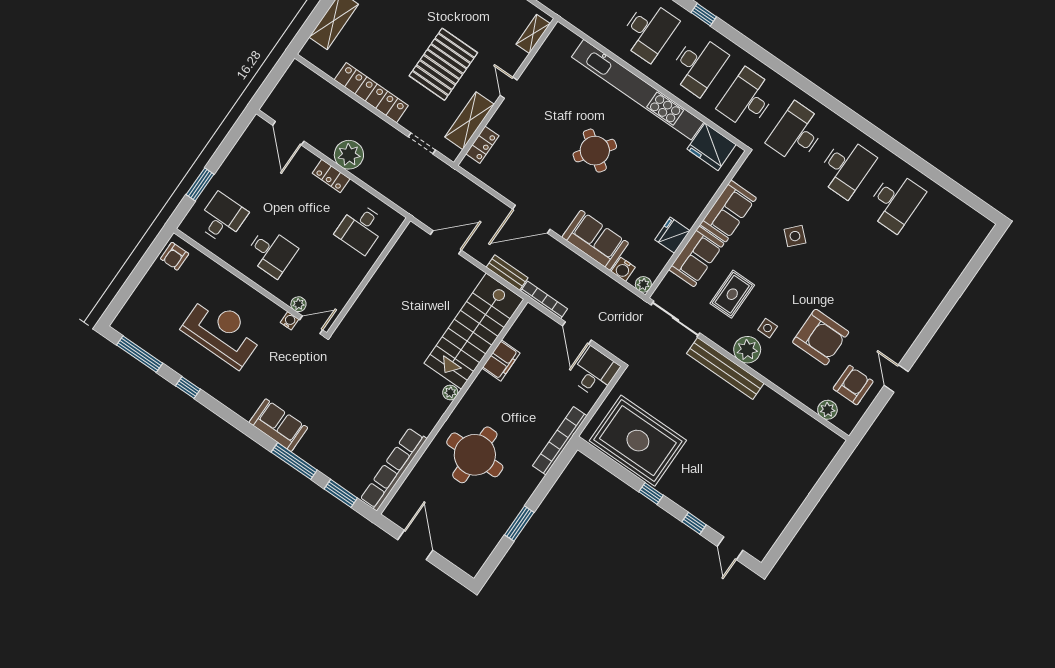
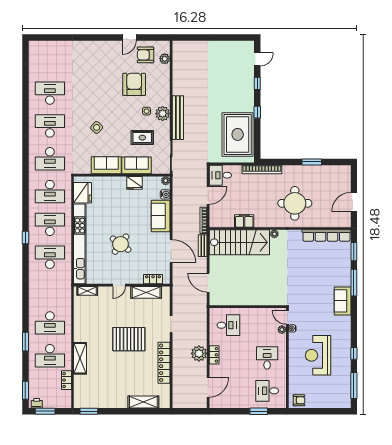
shelving: (533, 34) -> (87, 291), moved
door: (509, 88) -> (119, 285), moved
wall: (506, 92) -> (122, 285), moved
shelving: (470, 121) -> (146, 292), moved
locker: (482, 145) -> (153, 279), moved

